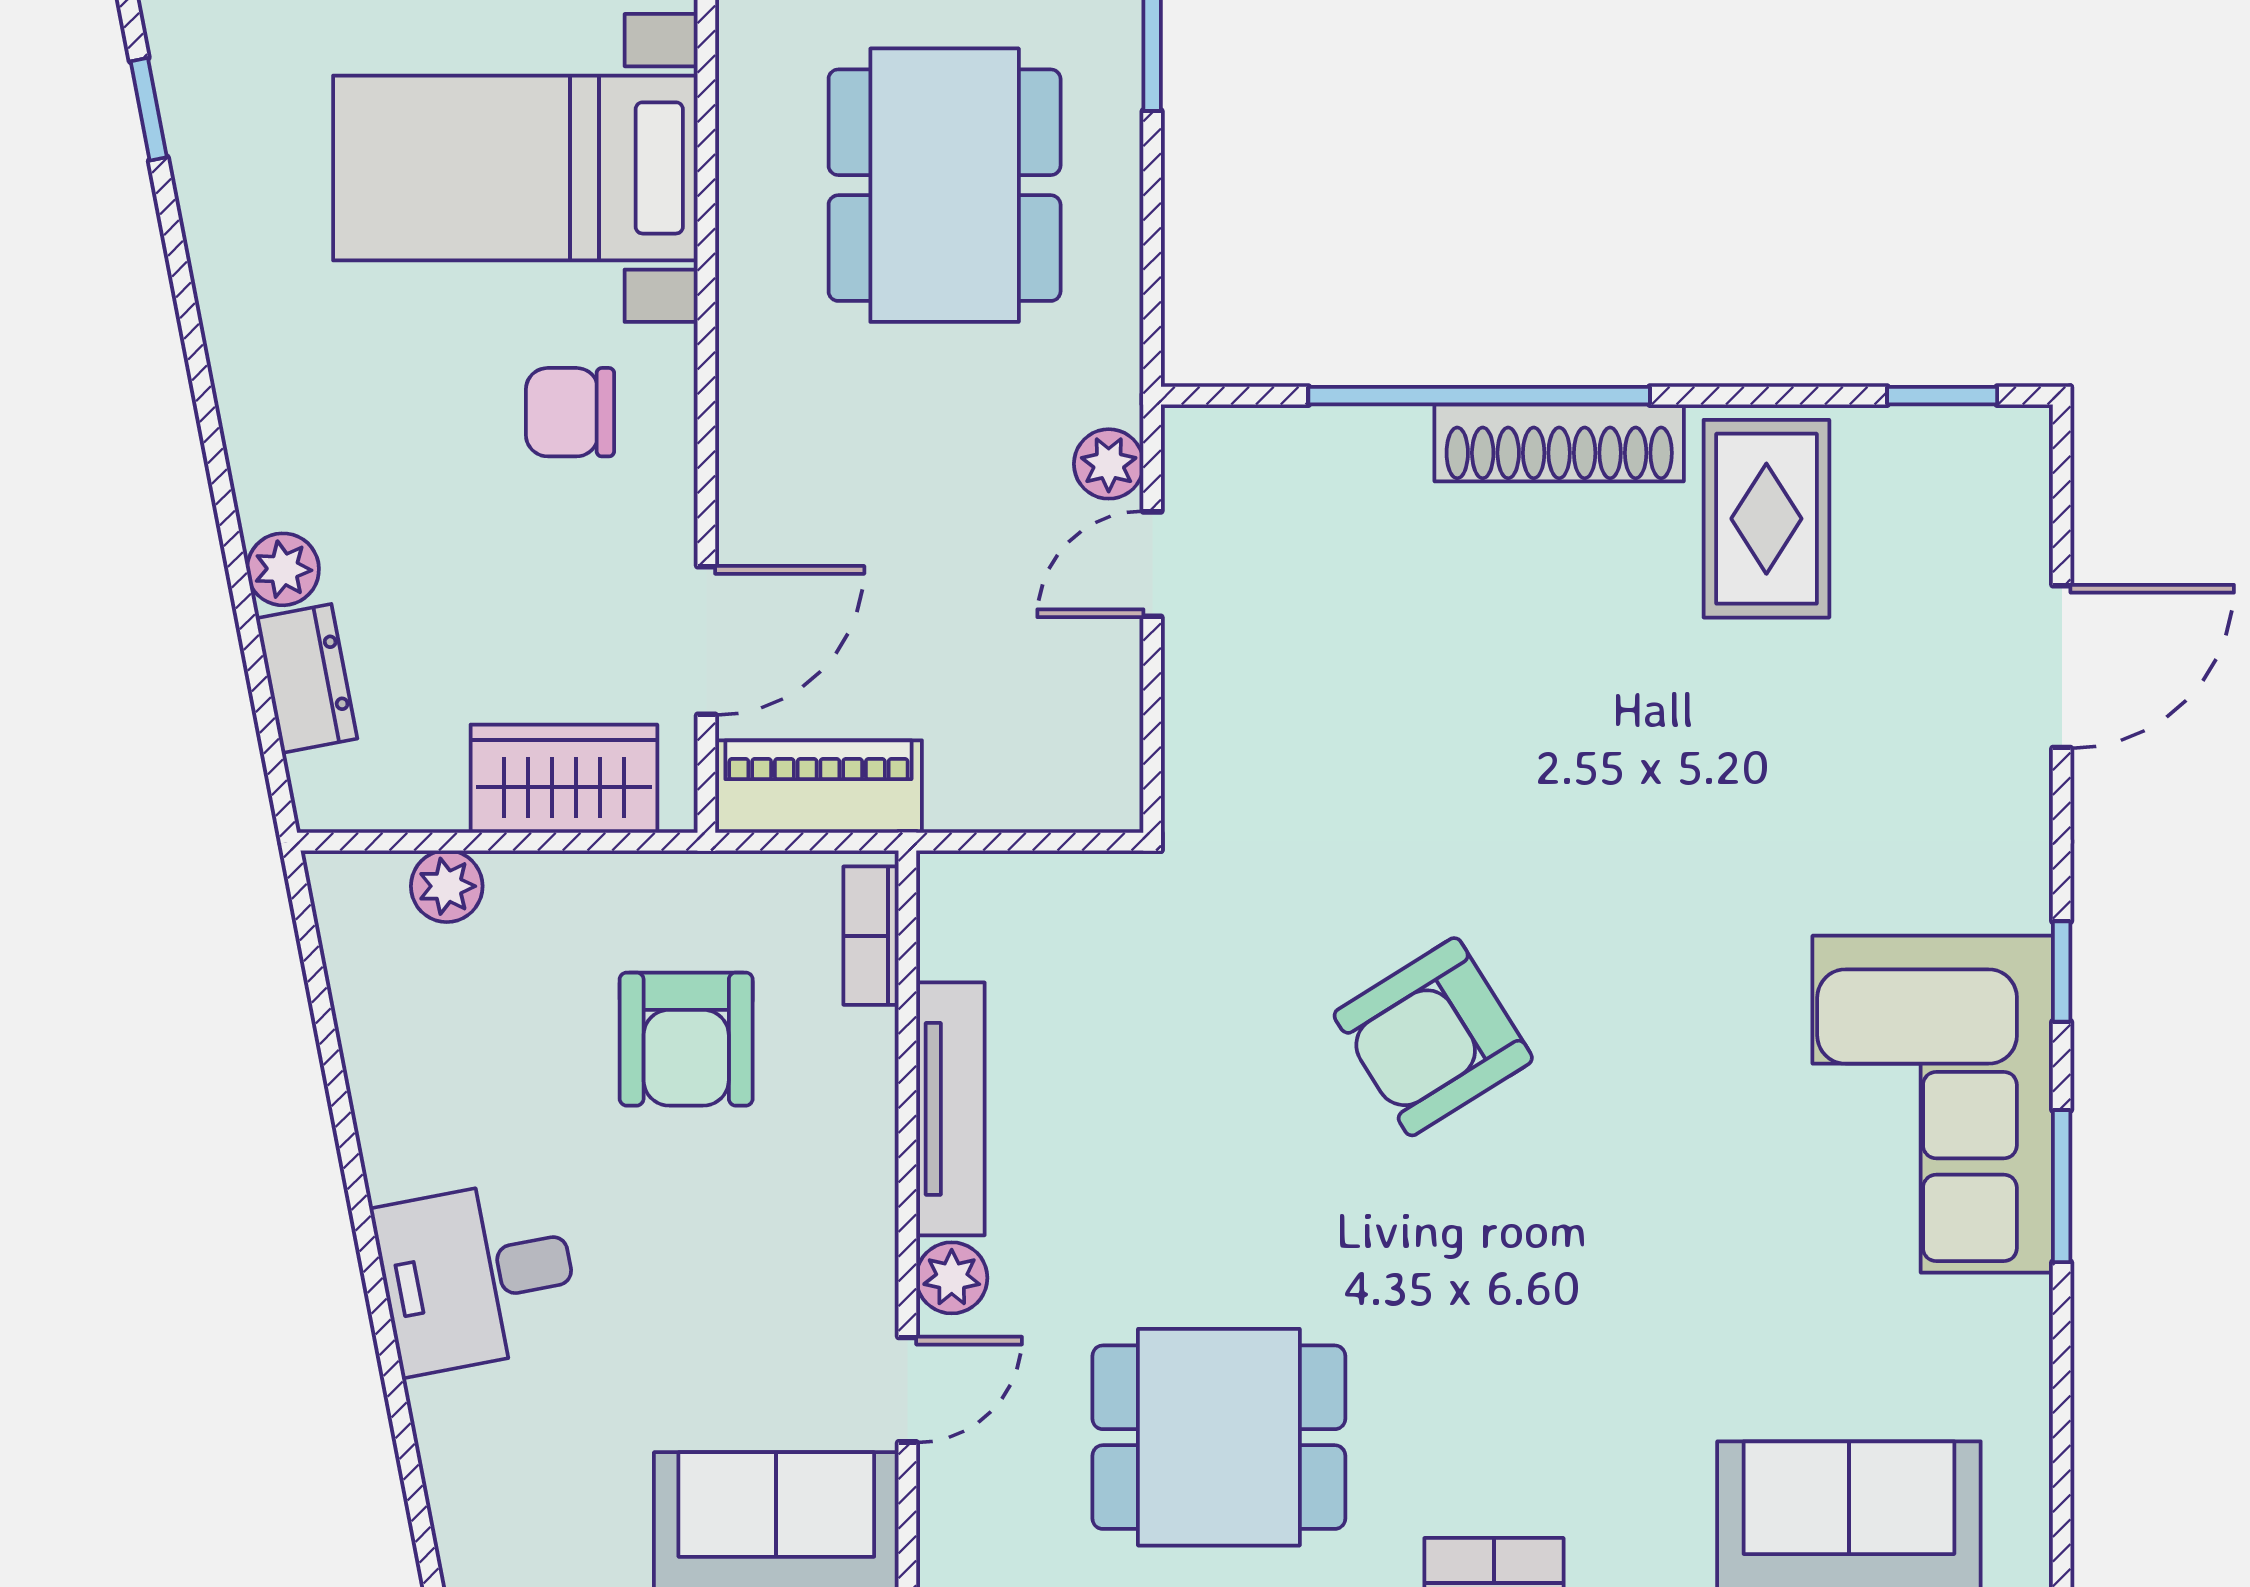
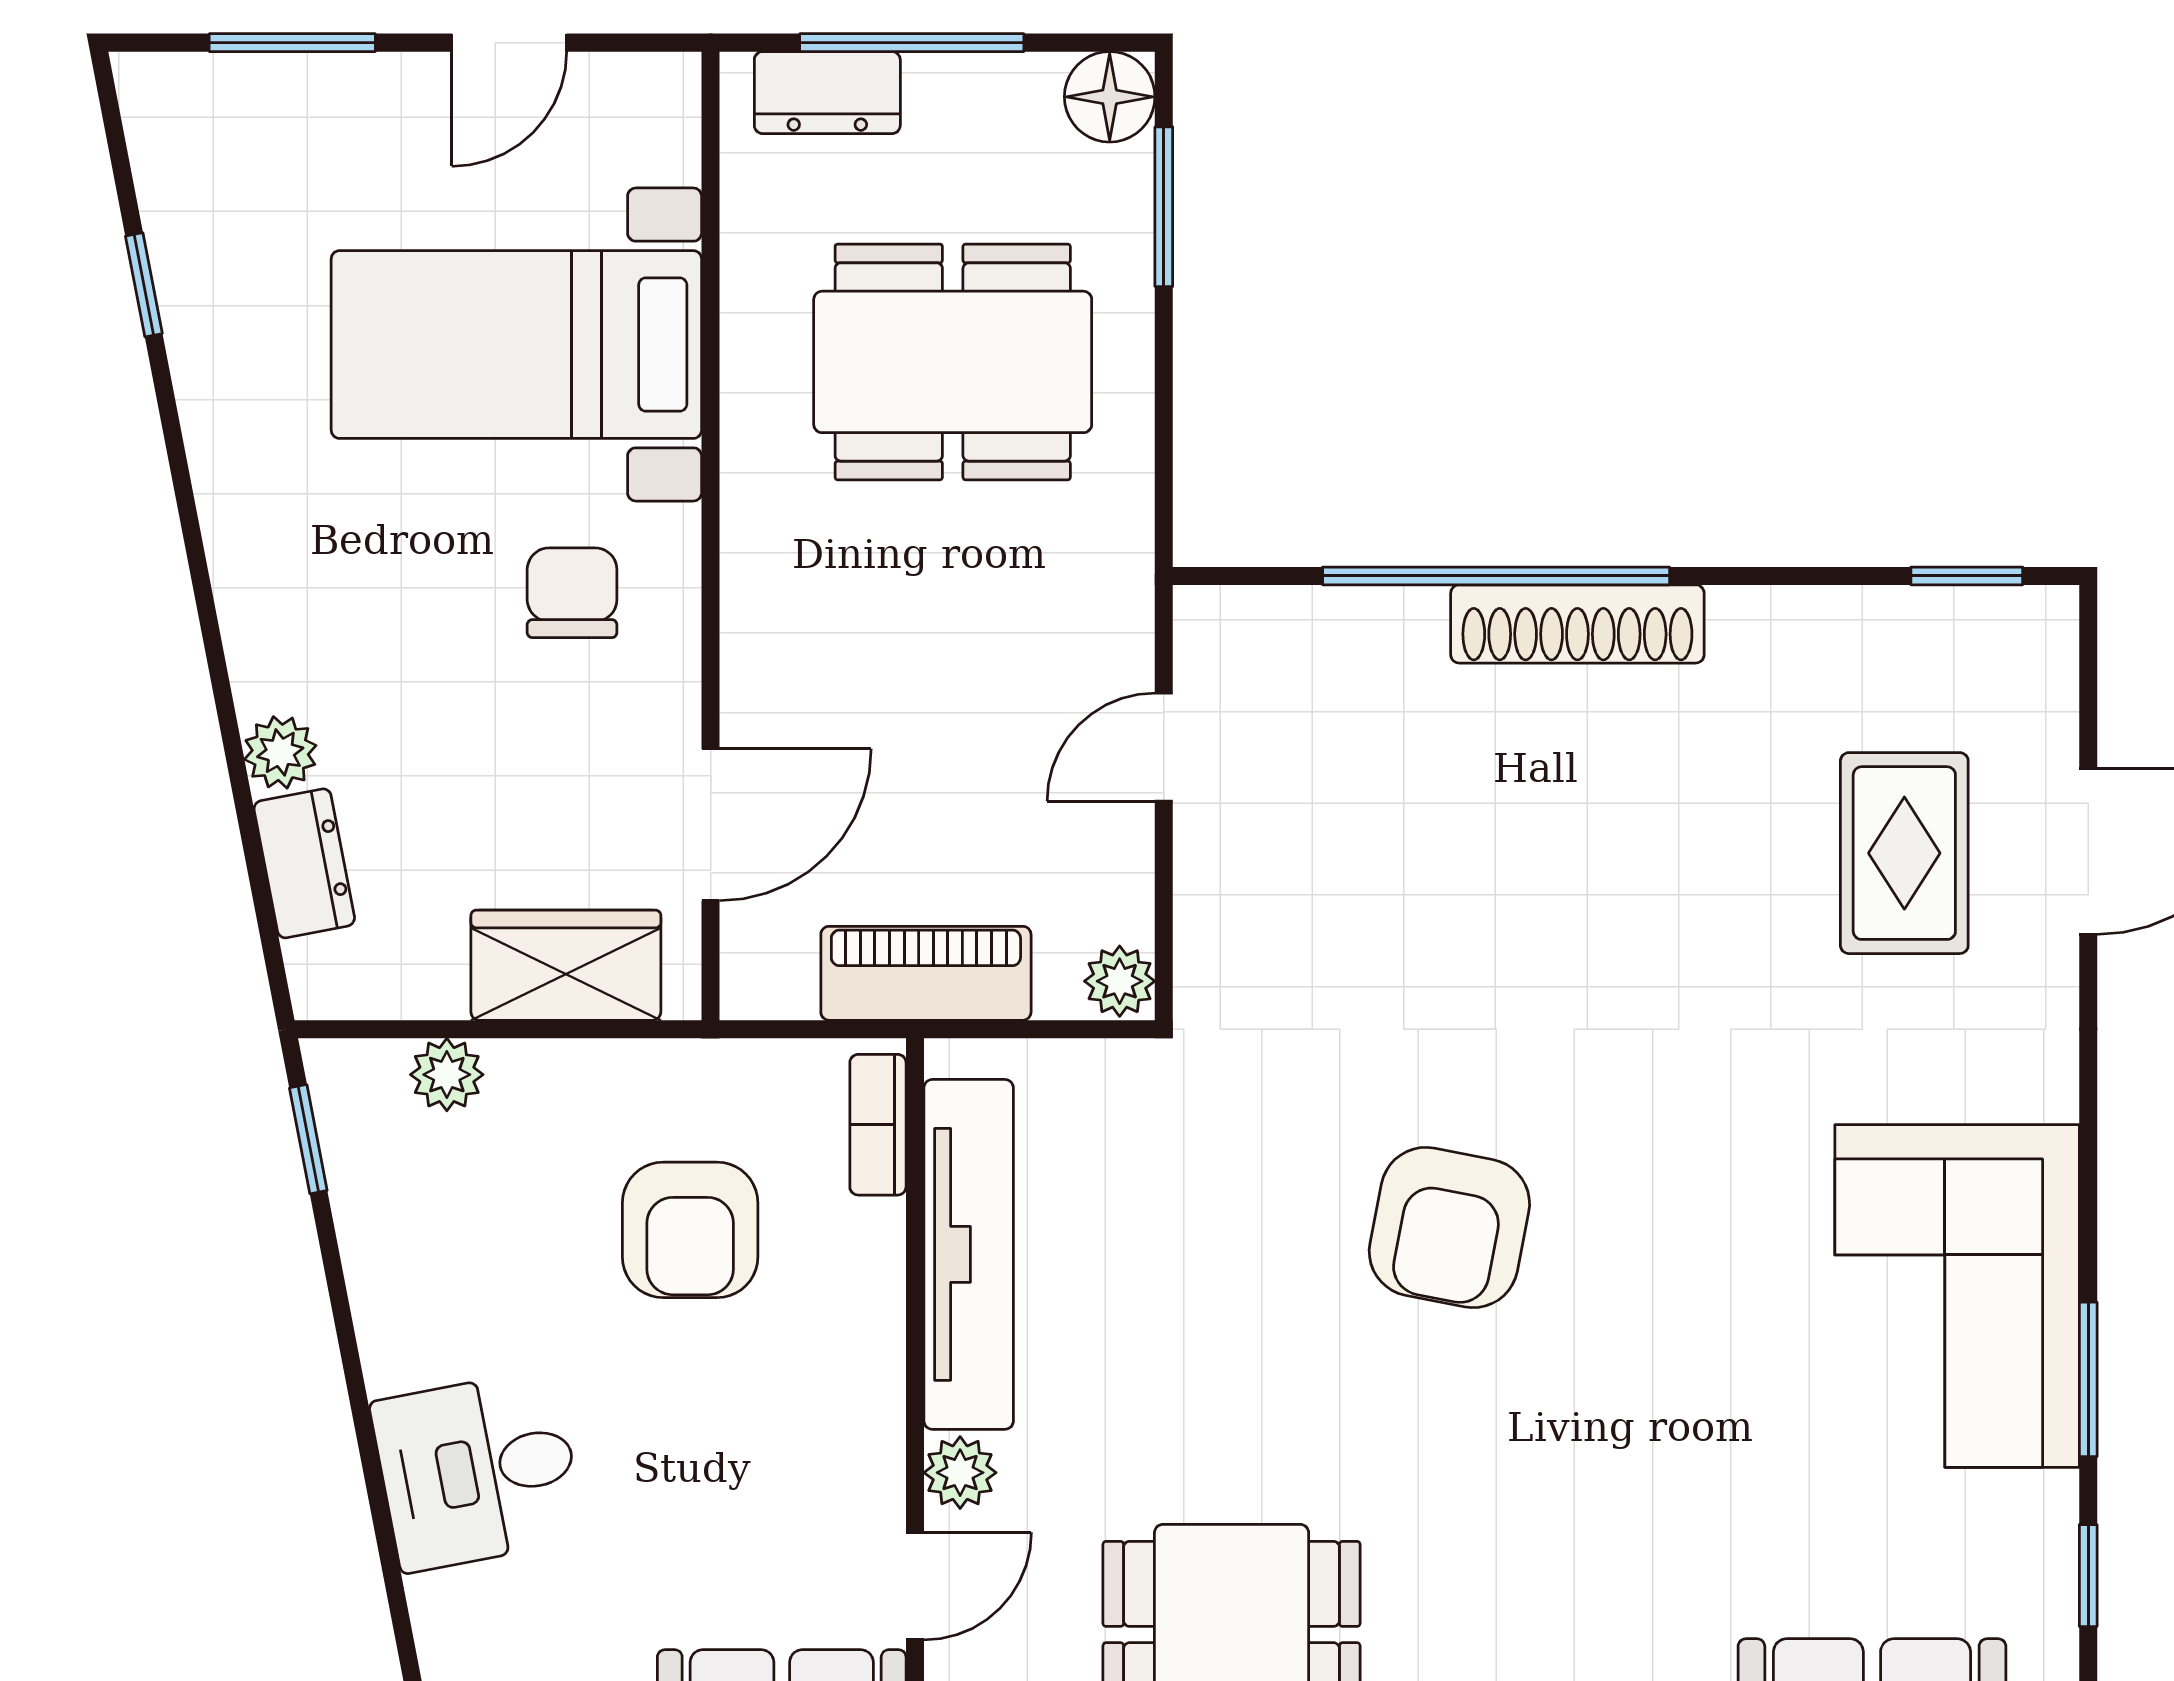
dining table: (945, 185) -> (953, 362), turned 90
chair: (570, 412) -> (572, 593), turned 90
plant: (1109, 464) -> (1120, 981), moved
rug: (1766, 519) -> (1904, 853), moved
piano: (818, 787) -> (926, 973), moved
window: (311, 950) -> (308, 1139), added
window: (2062, 972) -> (2088, 1576), moved
armchair: (1433, 1037) -> (1449, 1228), turned -47
tv unit: (950, 1109) -> (969, 1254), width x1.36, depth x1.29

